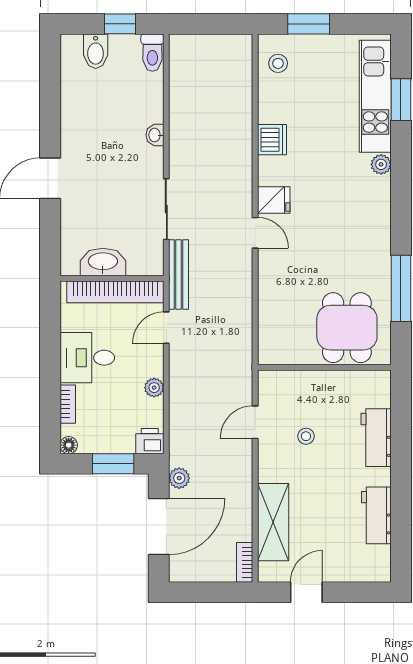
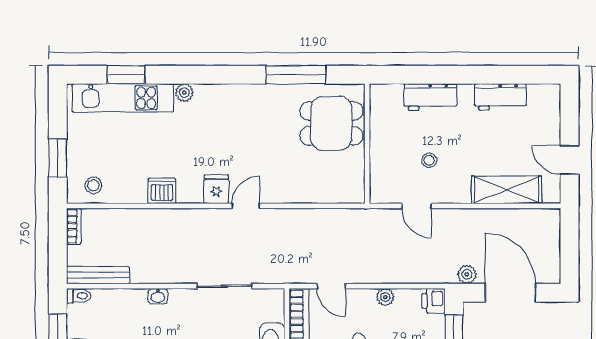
toilet: (152, 53) -> (79, 296), width x0.73, depth x0.72
bench: (178, 274) -> (98, 275), moved
bookcase: (245, 562) -> (74, 226), moved, turned -90

